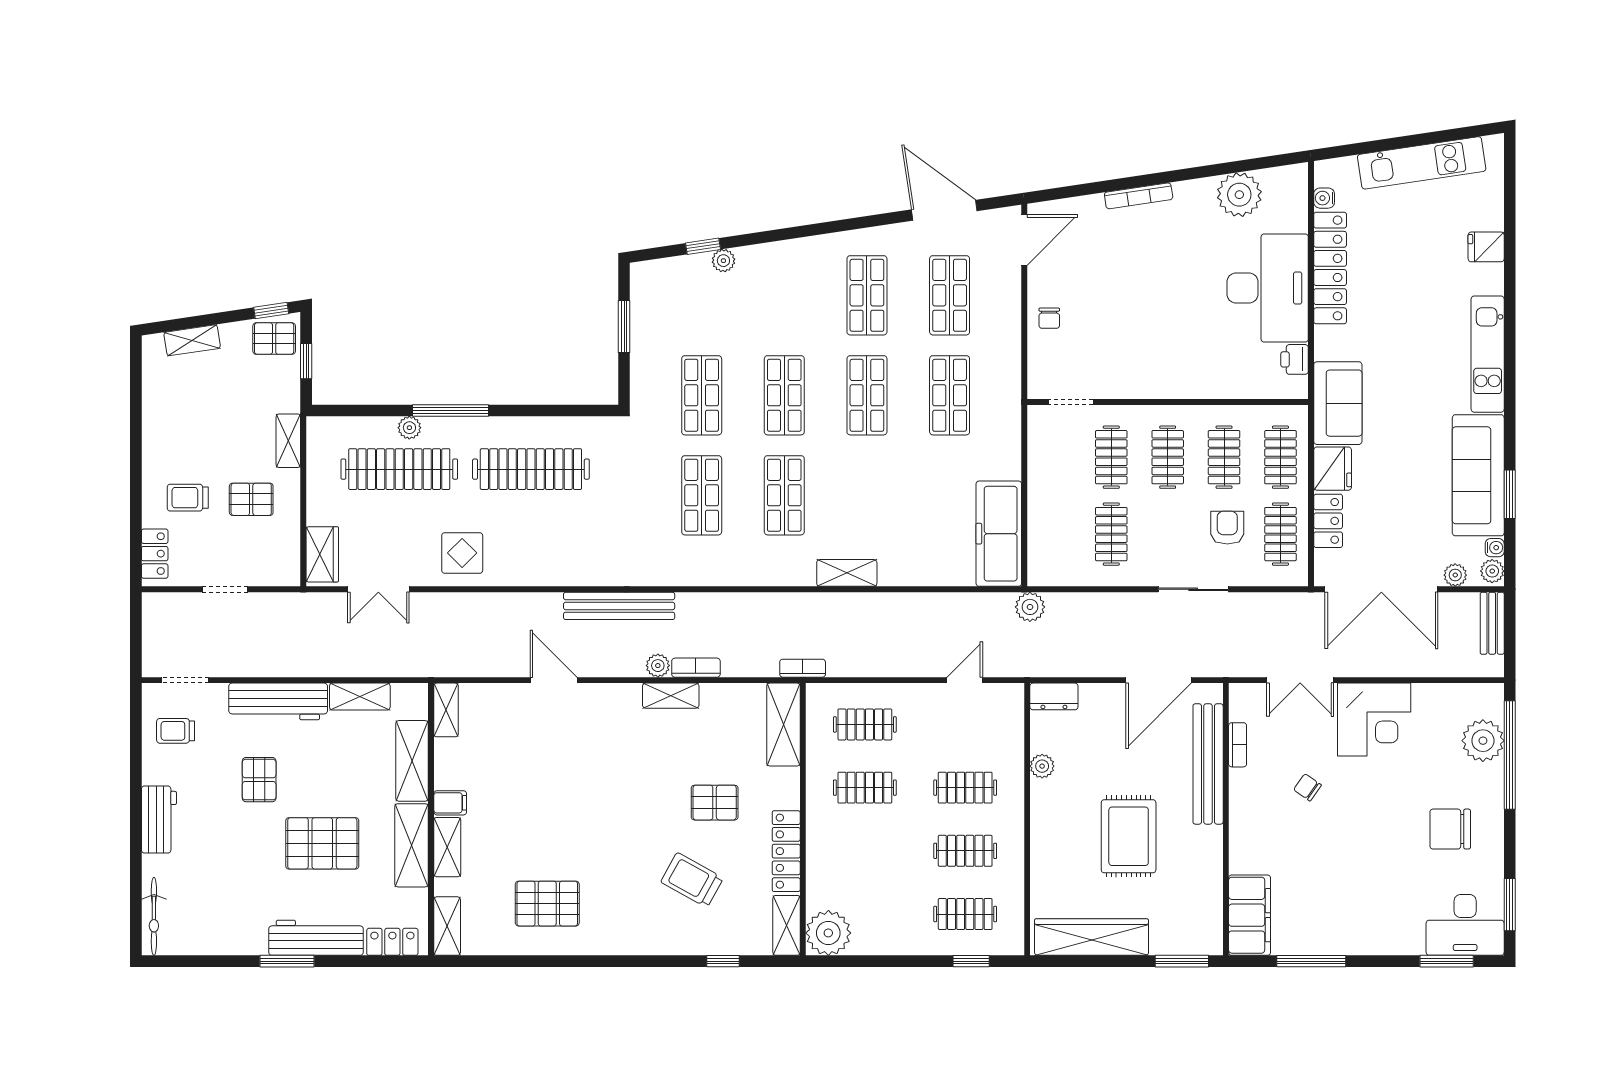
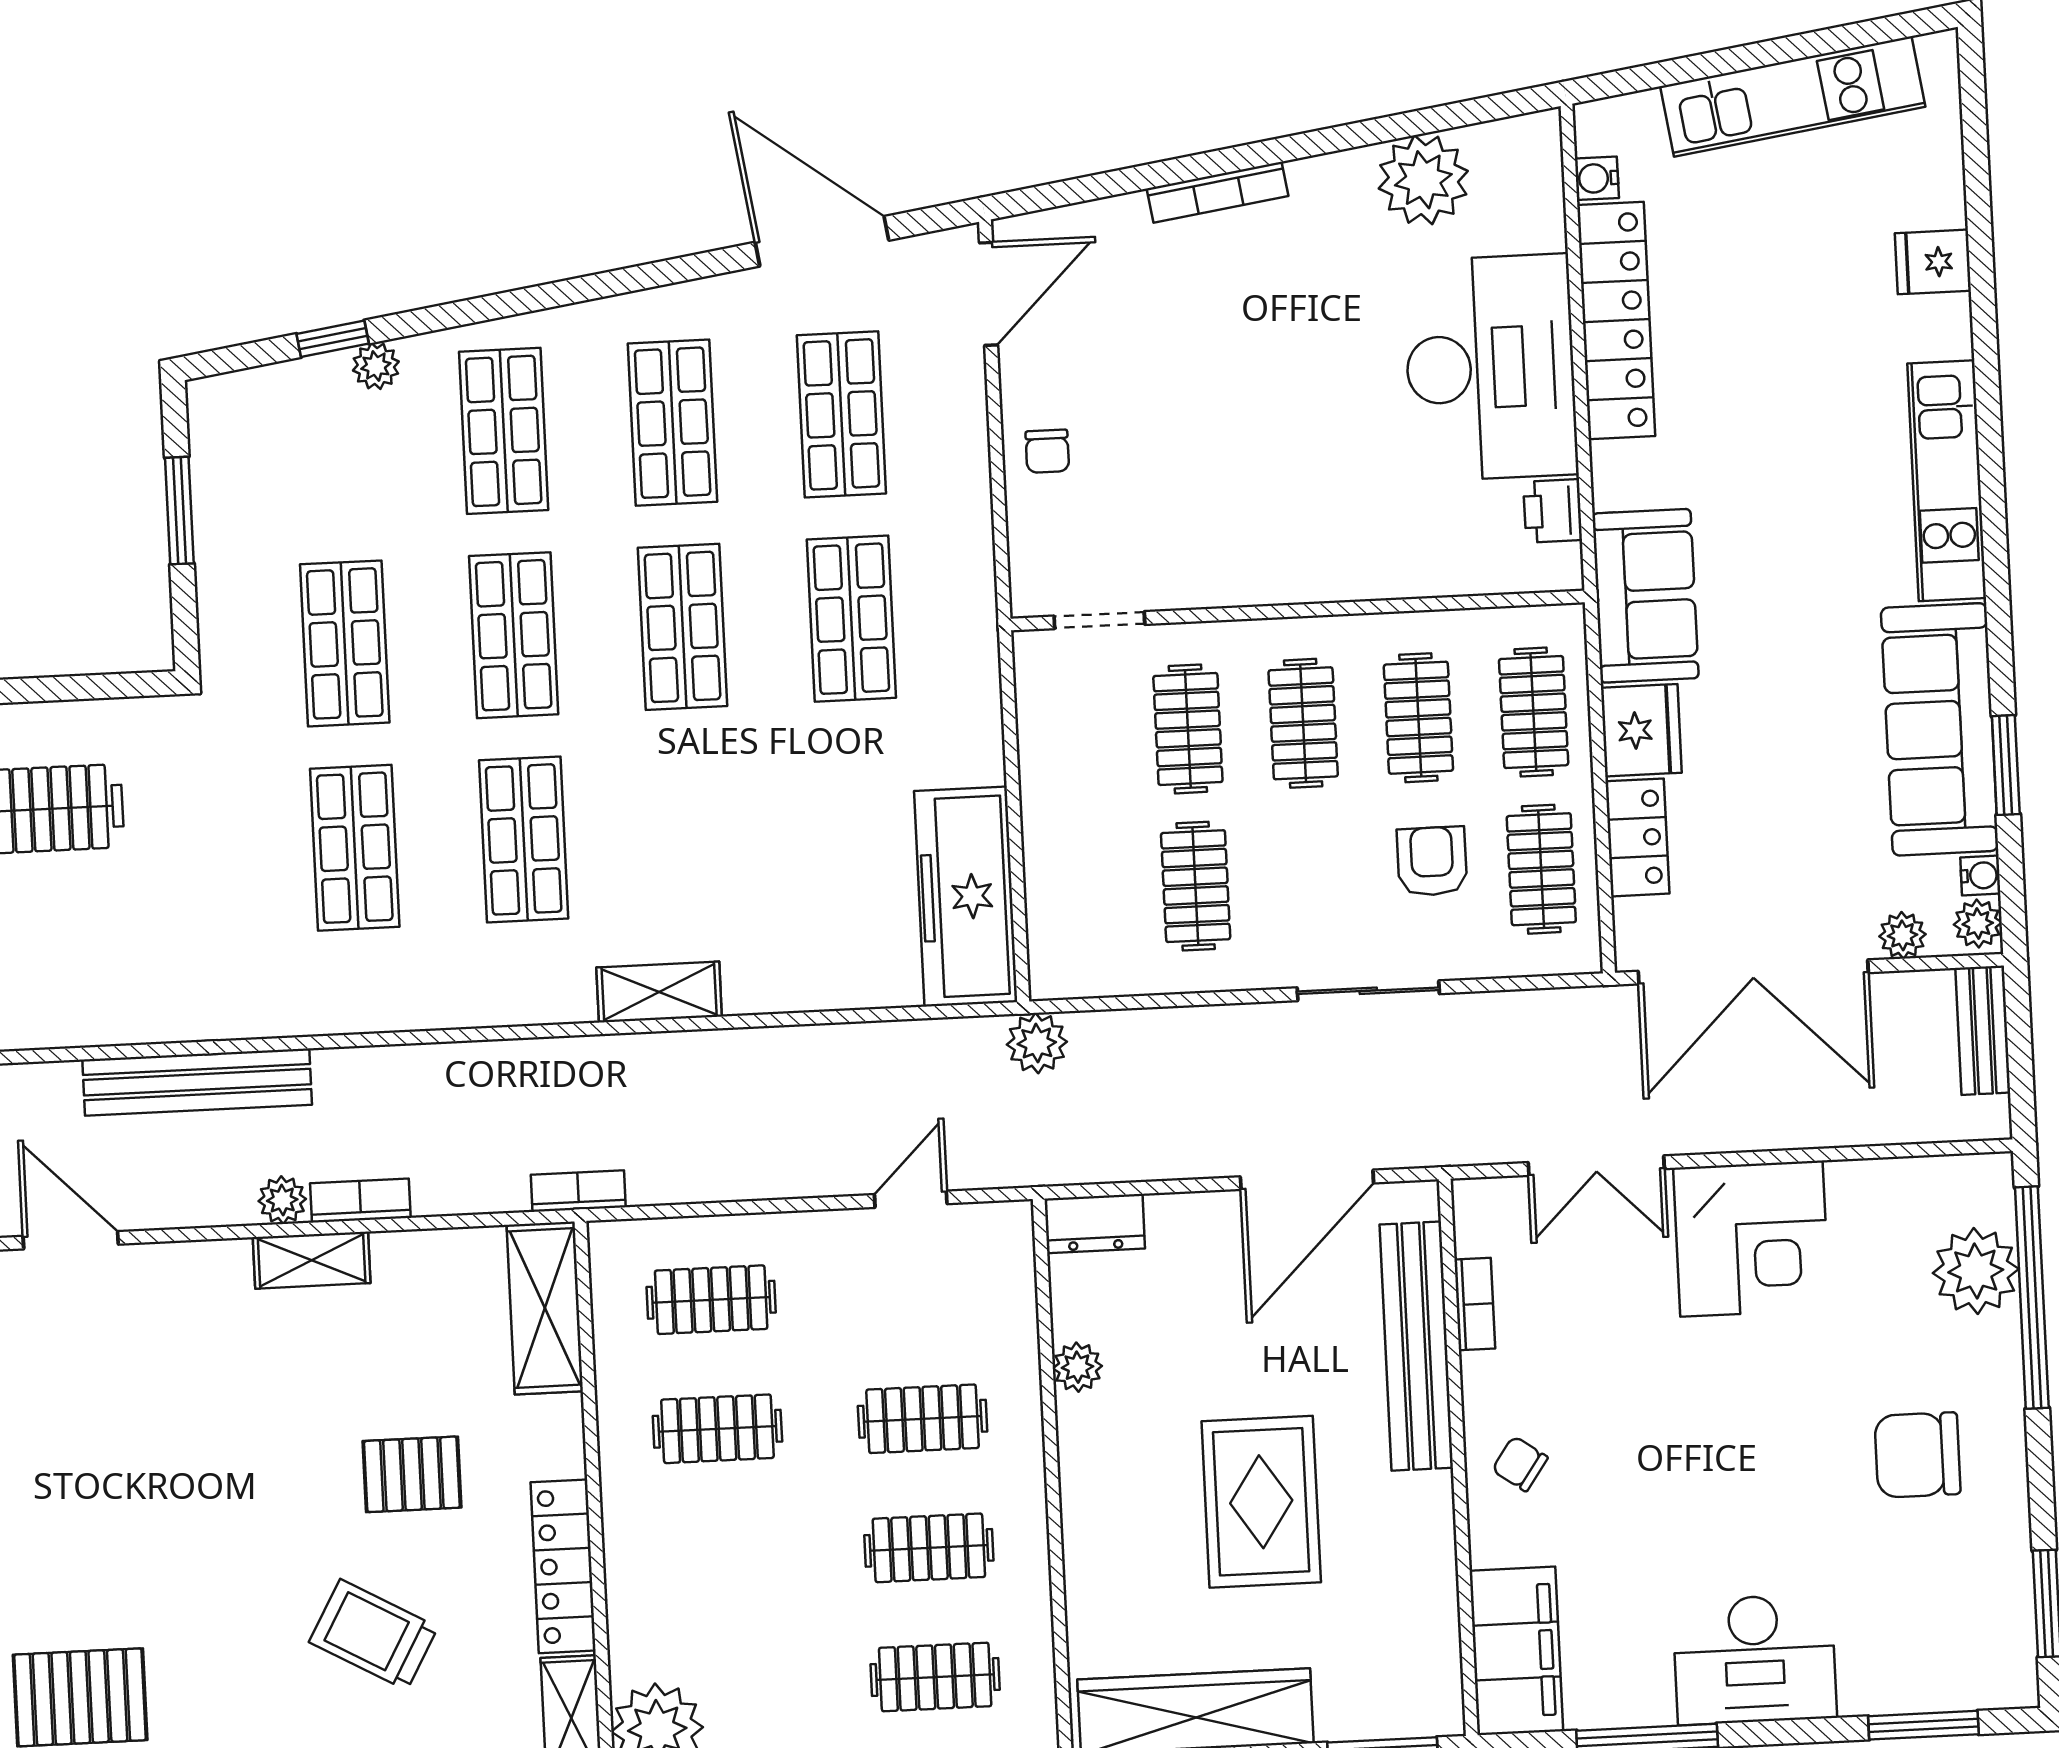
shop shelf: (784, 295) -> (504, 431), added
chair: (1307, 787) -> (1520, 1464), moved
desk: (1465, 925) -> (1755, 1659), moved

